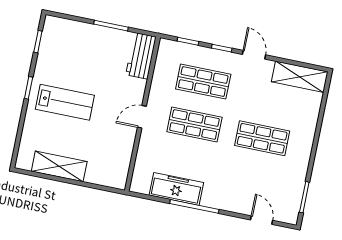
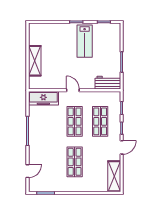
lab bench: (65, 102) -> (85, 41), moved
shelving: (59, 166) -> (35, 61), moved
freezer: (176, 189) -> (43, 98), moved, turned 90

